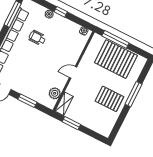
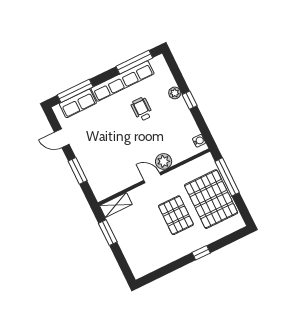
plant: (55, 93) -> (164, 161), moved
window: (134, 94) -> (201, 253), width x0.46
pallet: (109, 99) -> (176, 215), moved

